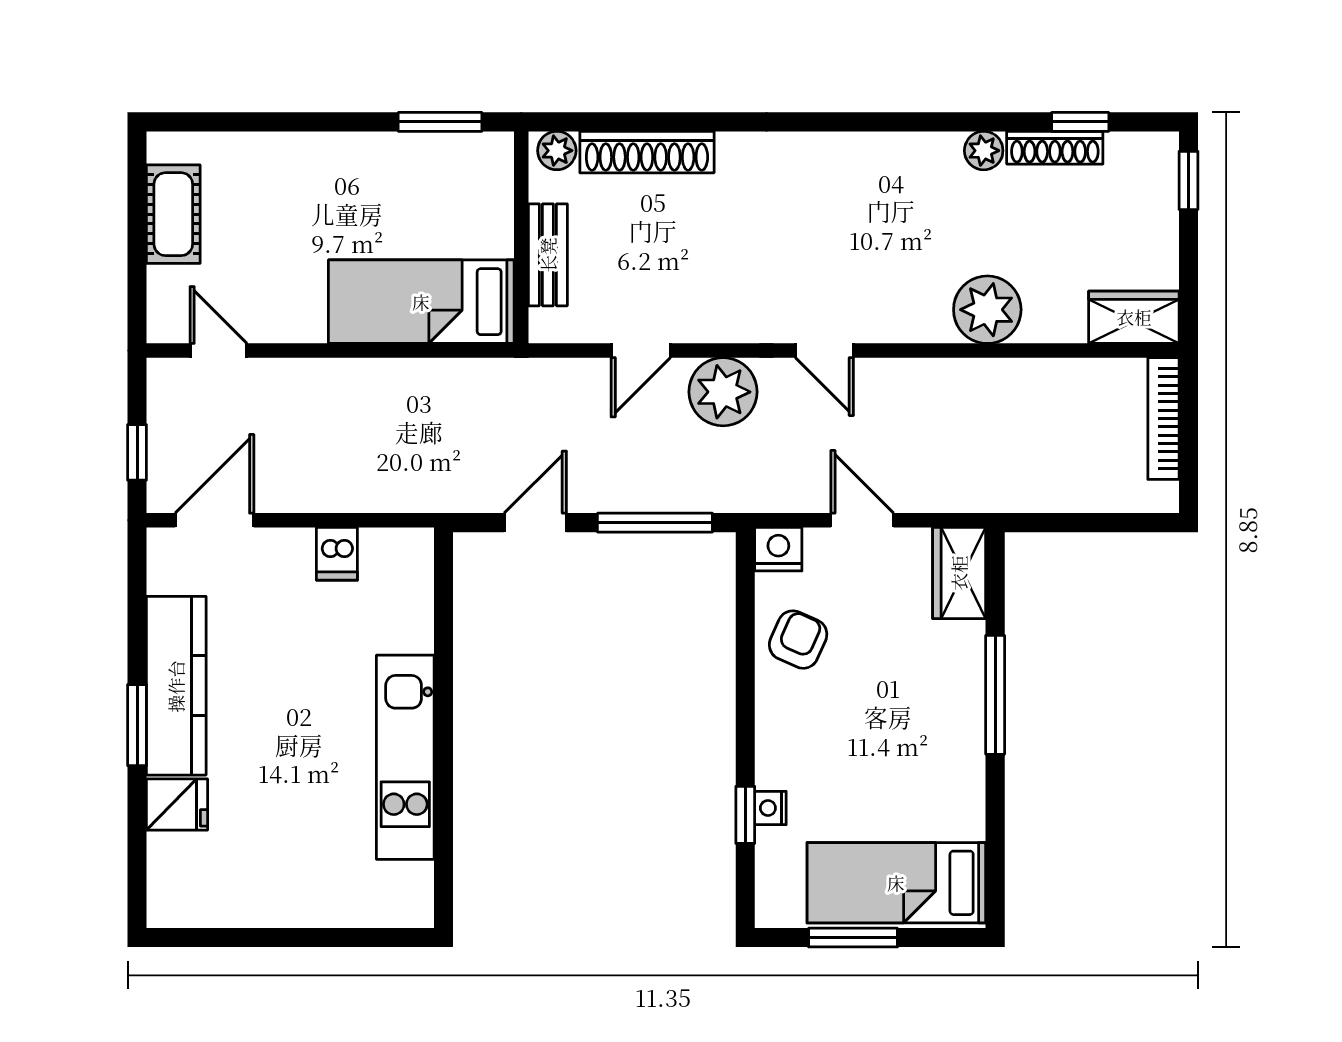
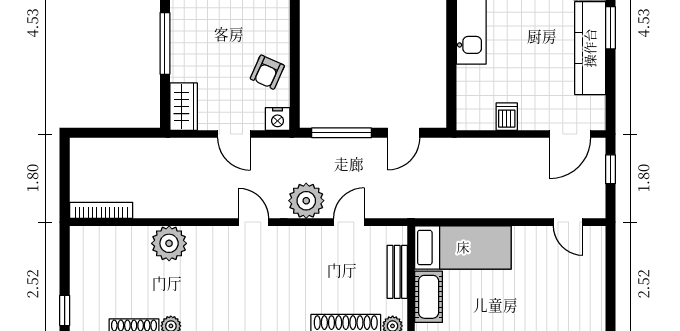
cot: (173, 214) -> (429, 297), moved
wardrobe: (1134, 317) -> (93, 239), removed
bookcase: (1163, 418) -> (101, 210), moved, turned -90

